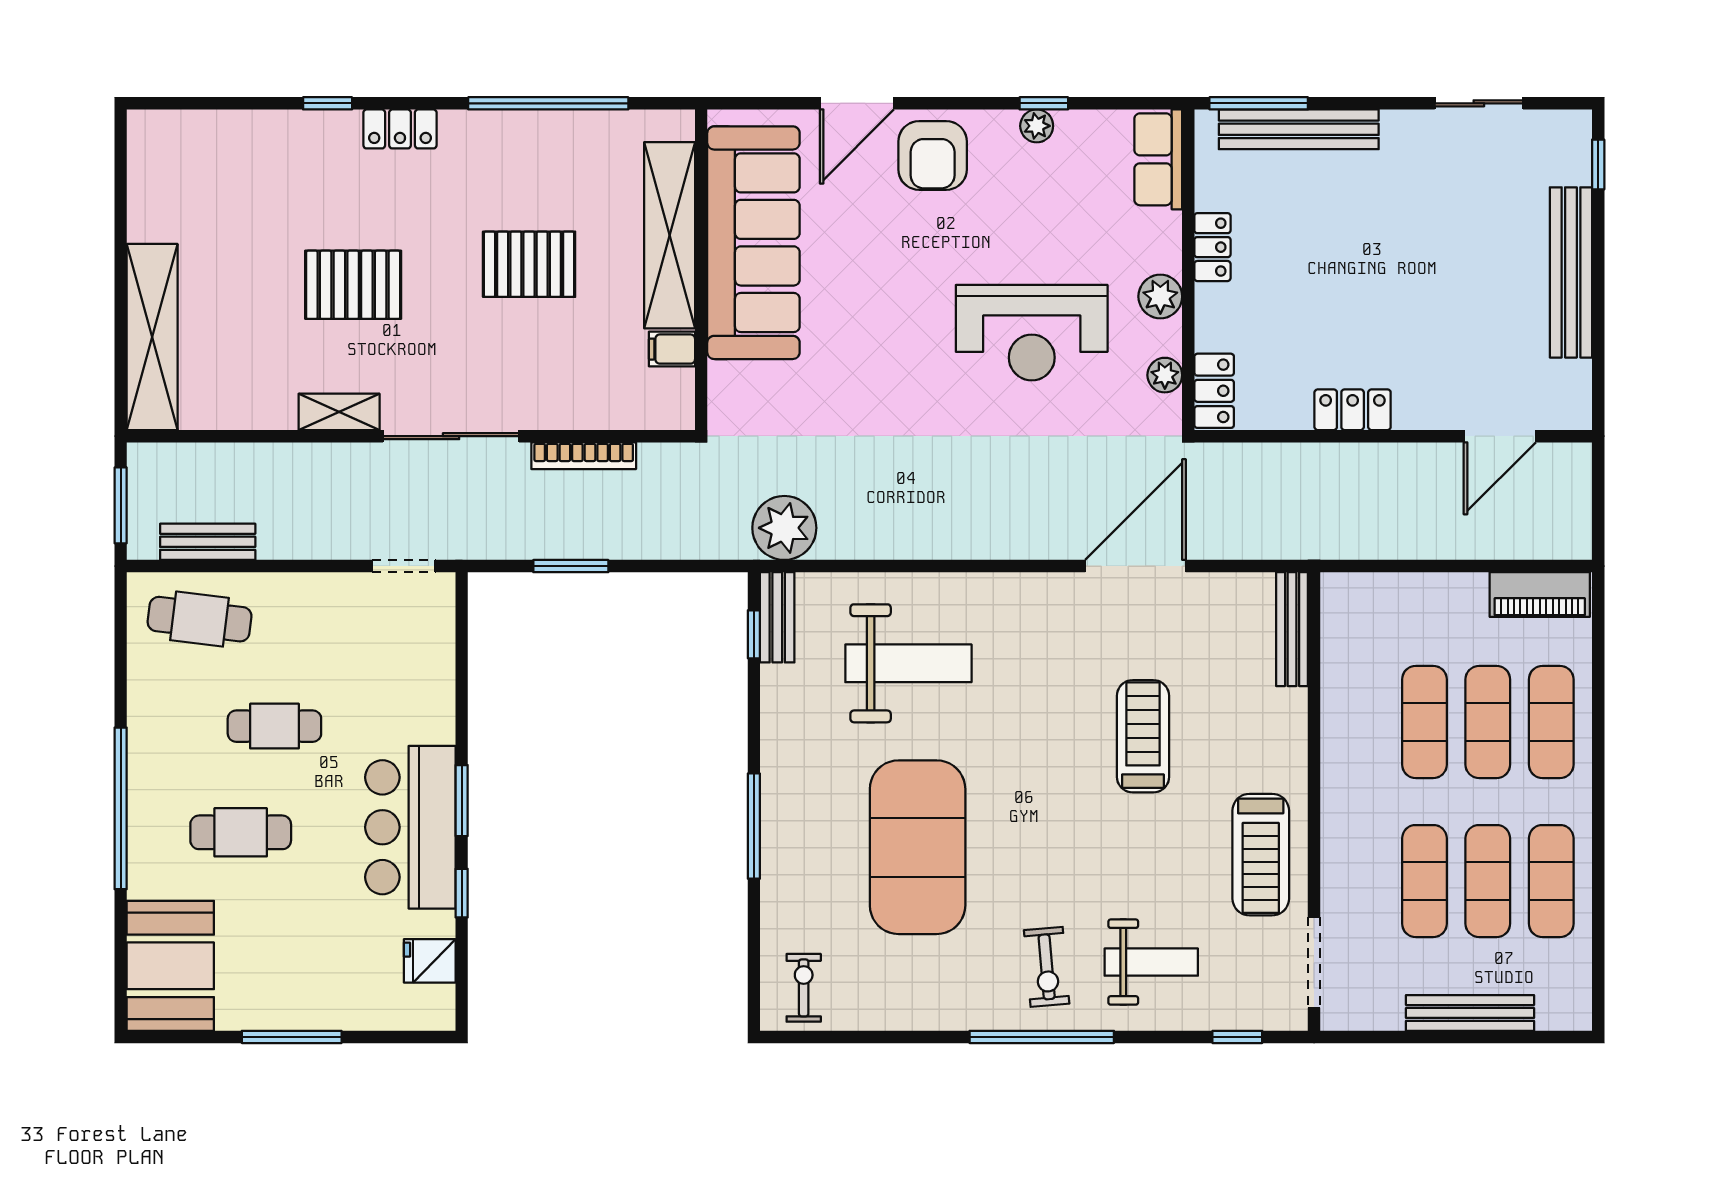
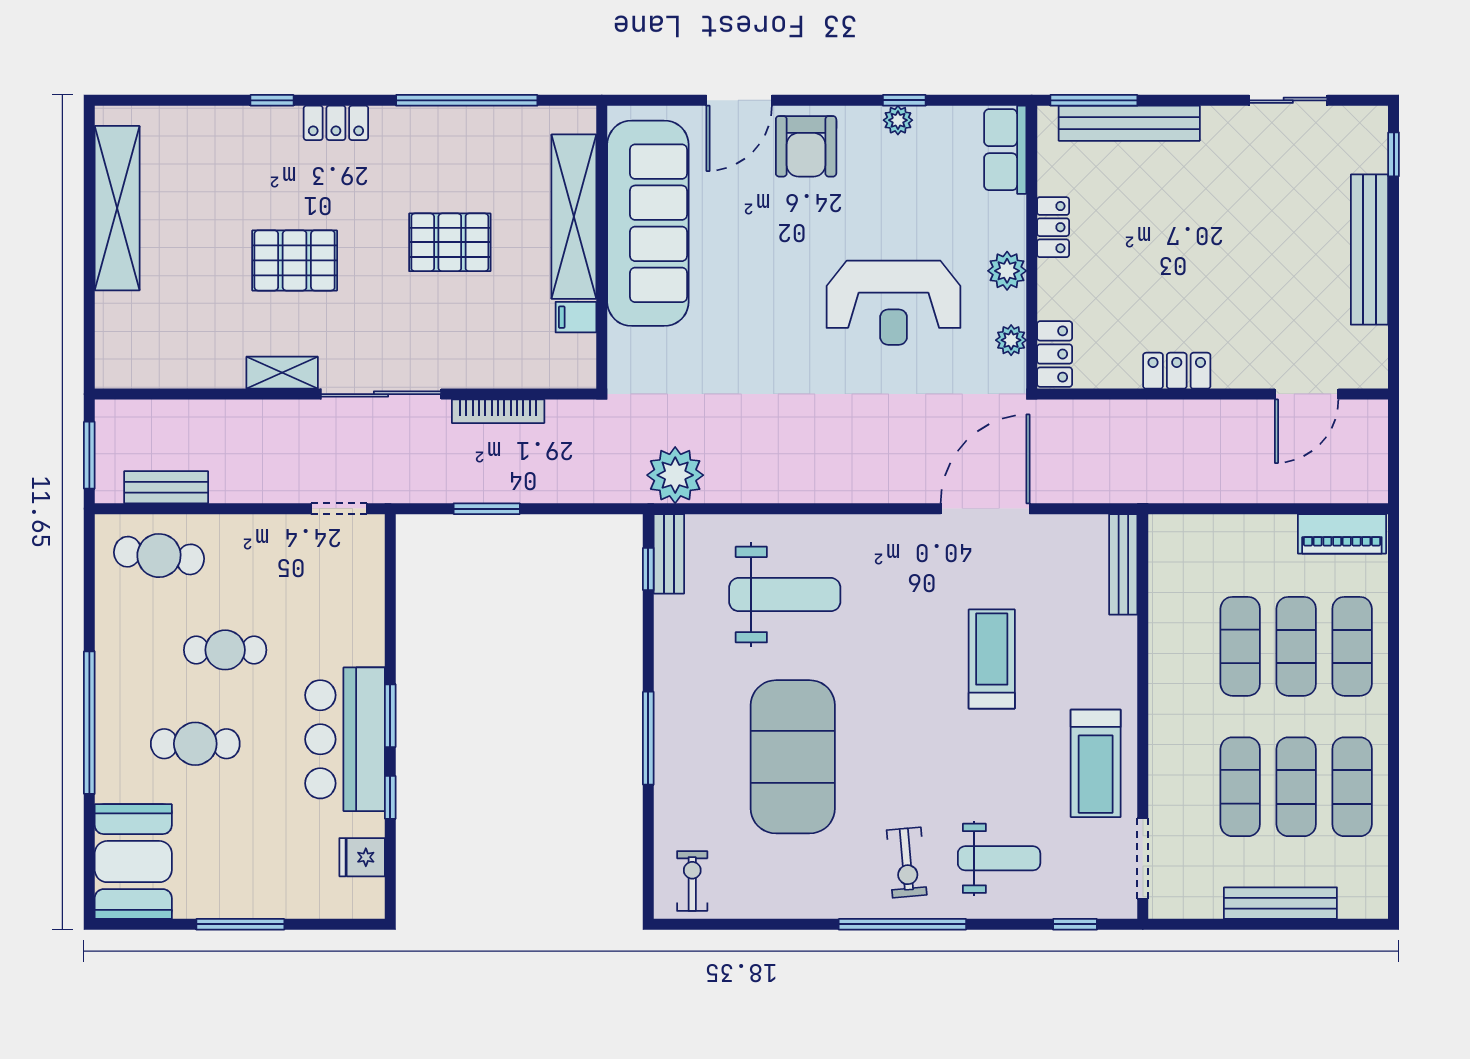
shelving: (152, 337) -> (117, 208), moved

